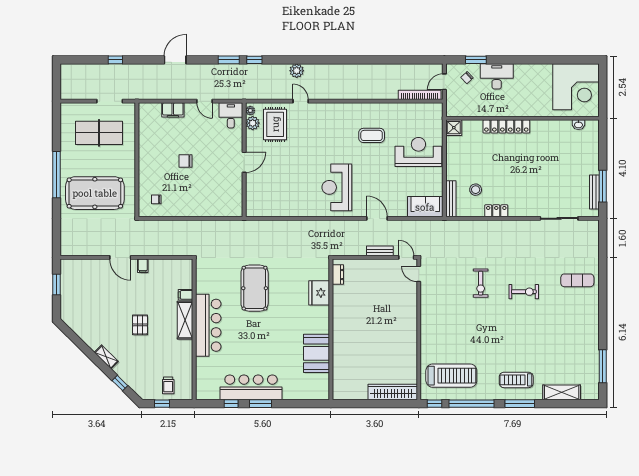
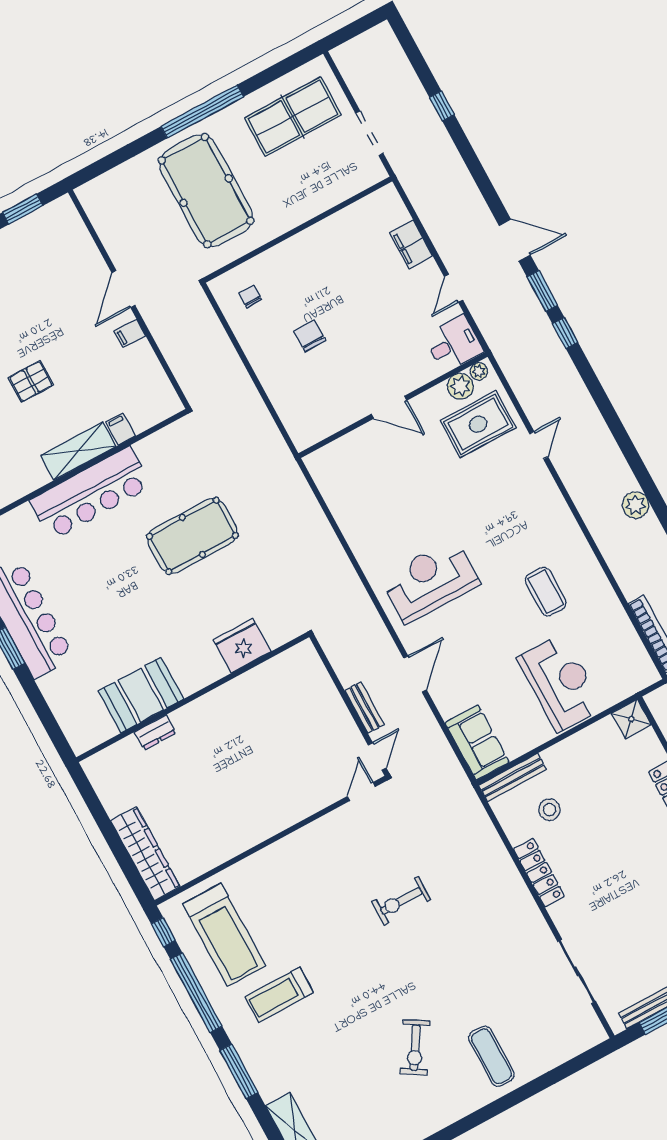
door: (175, 60) -> (515, 240), moved
plant: (297, 71) -> (636, 505), moved
table tennis table: (99, 133) -> (293, 117), moved, turned 90
chair: (185, 161) -> (310, 336), moved
locker: (496, 211) -> (539, 873), width x1.53
dresser: (338, 275) -> (155, 732), moved
exercise bike: (524, 292) -> (415, 1048), moved, turned 32
treadmill: (516, 380) -> (279, 995), moved, turned -90

